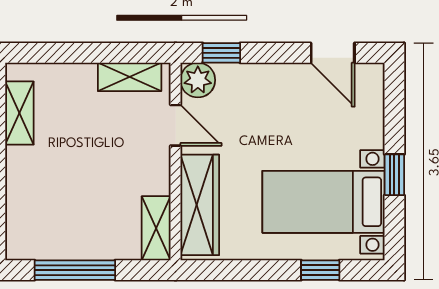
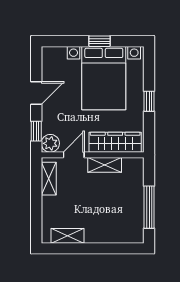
door: (333, 53) -> (36, 93), moved
bed with nightstands: (324, 202) -> (104, 78), width x1.36
shelving: (156, 228) -> (105, 165), moved
window: (320, 270) -> (149, 101), moved

